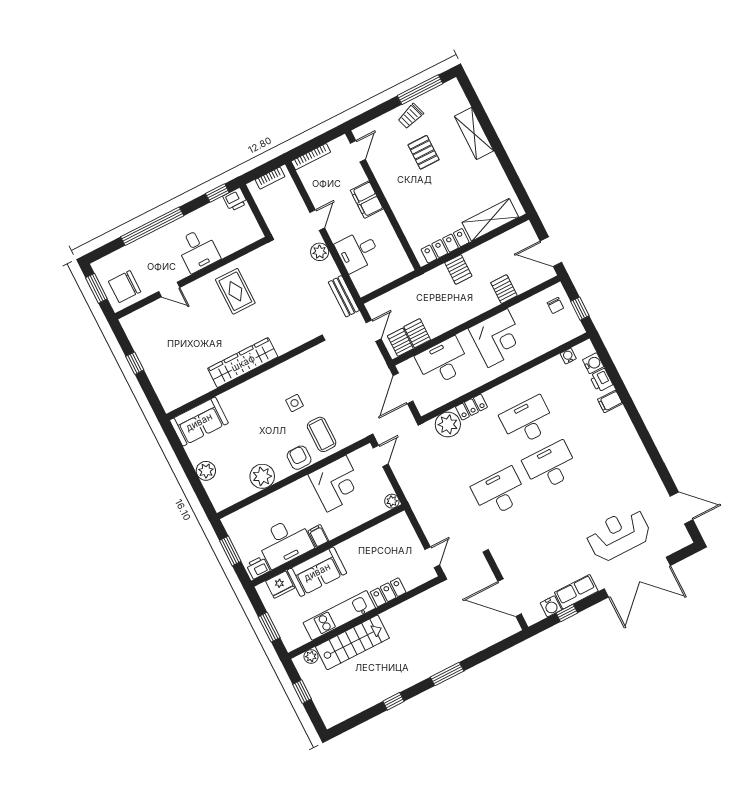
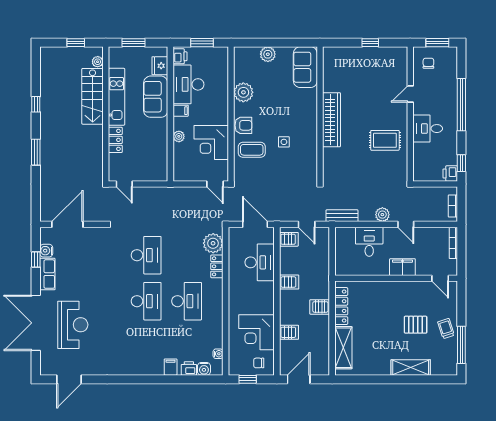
chair: (125, 287) -> (428, 63), width x0.54, depth x0.54
server rack: (417, 333) -> (289, 282), moved
corner desk: (498, 338) -> (256, 332), moved
plant: (392, 501) -> (179, 136), moved

